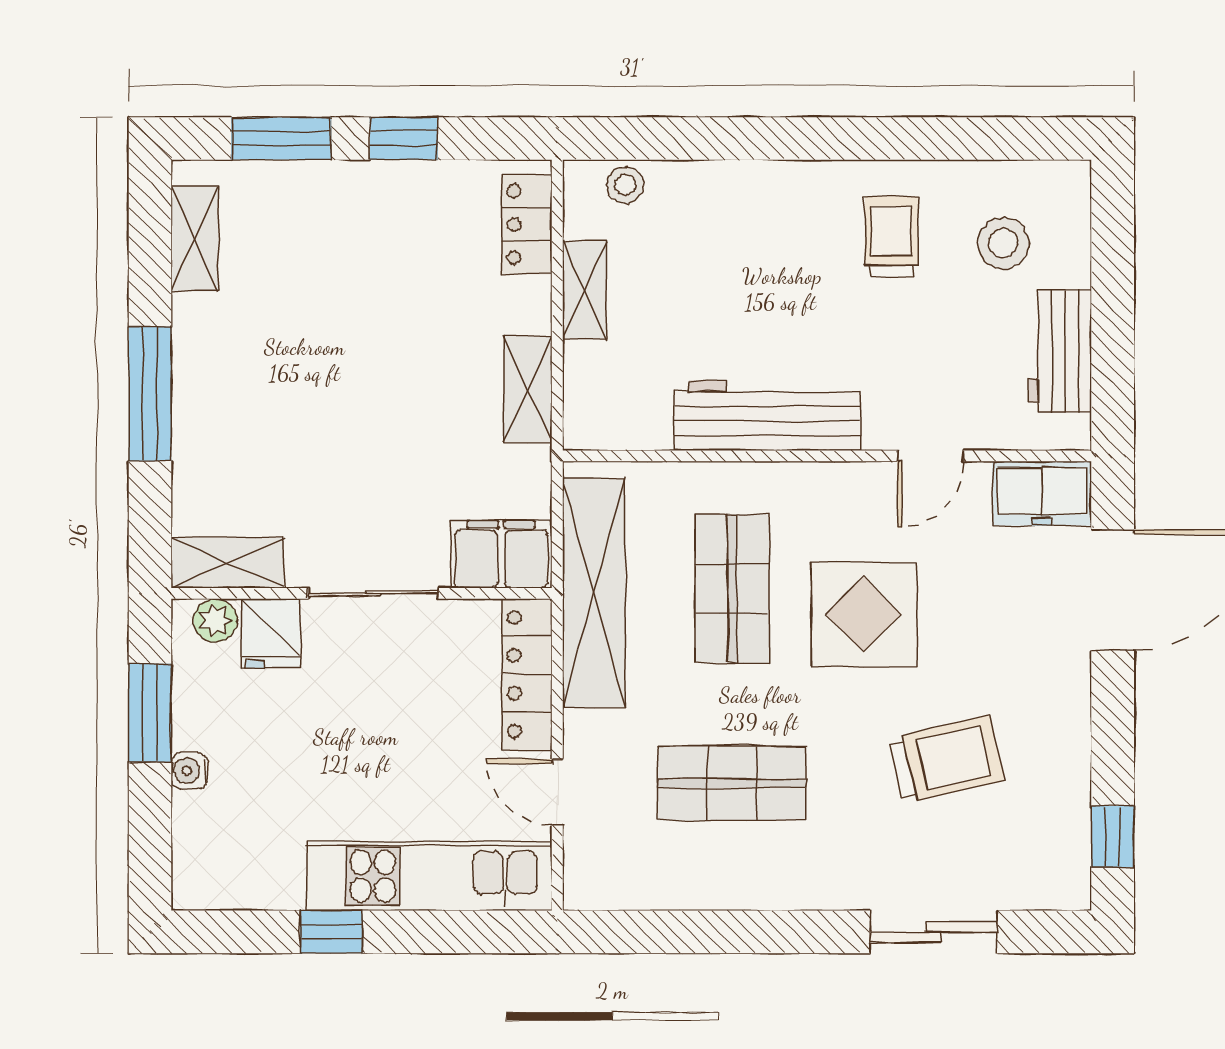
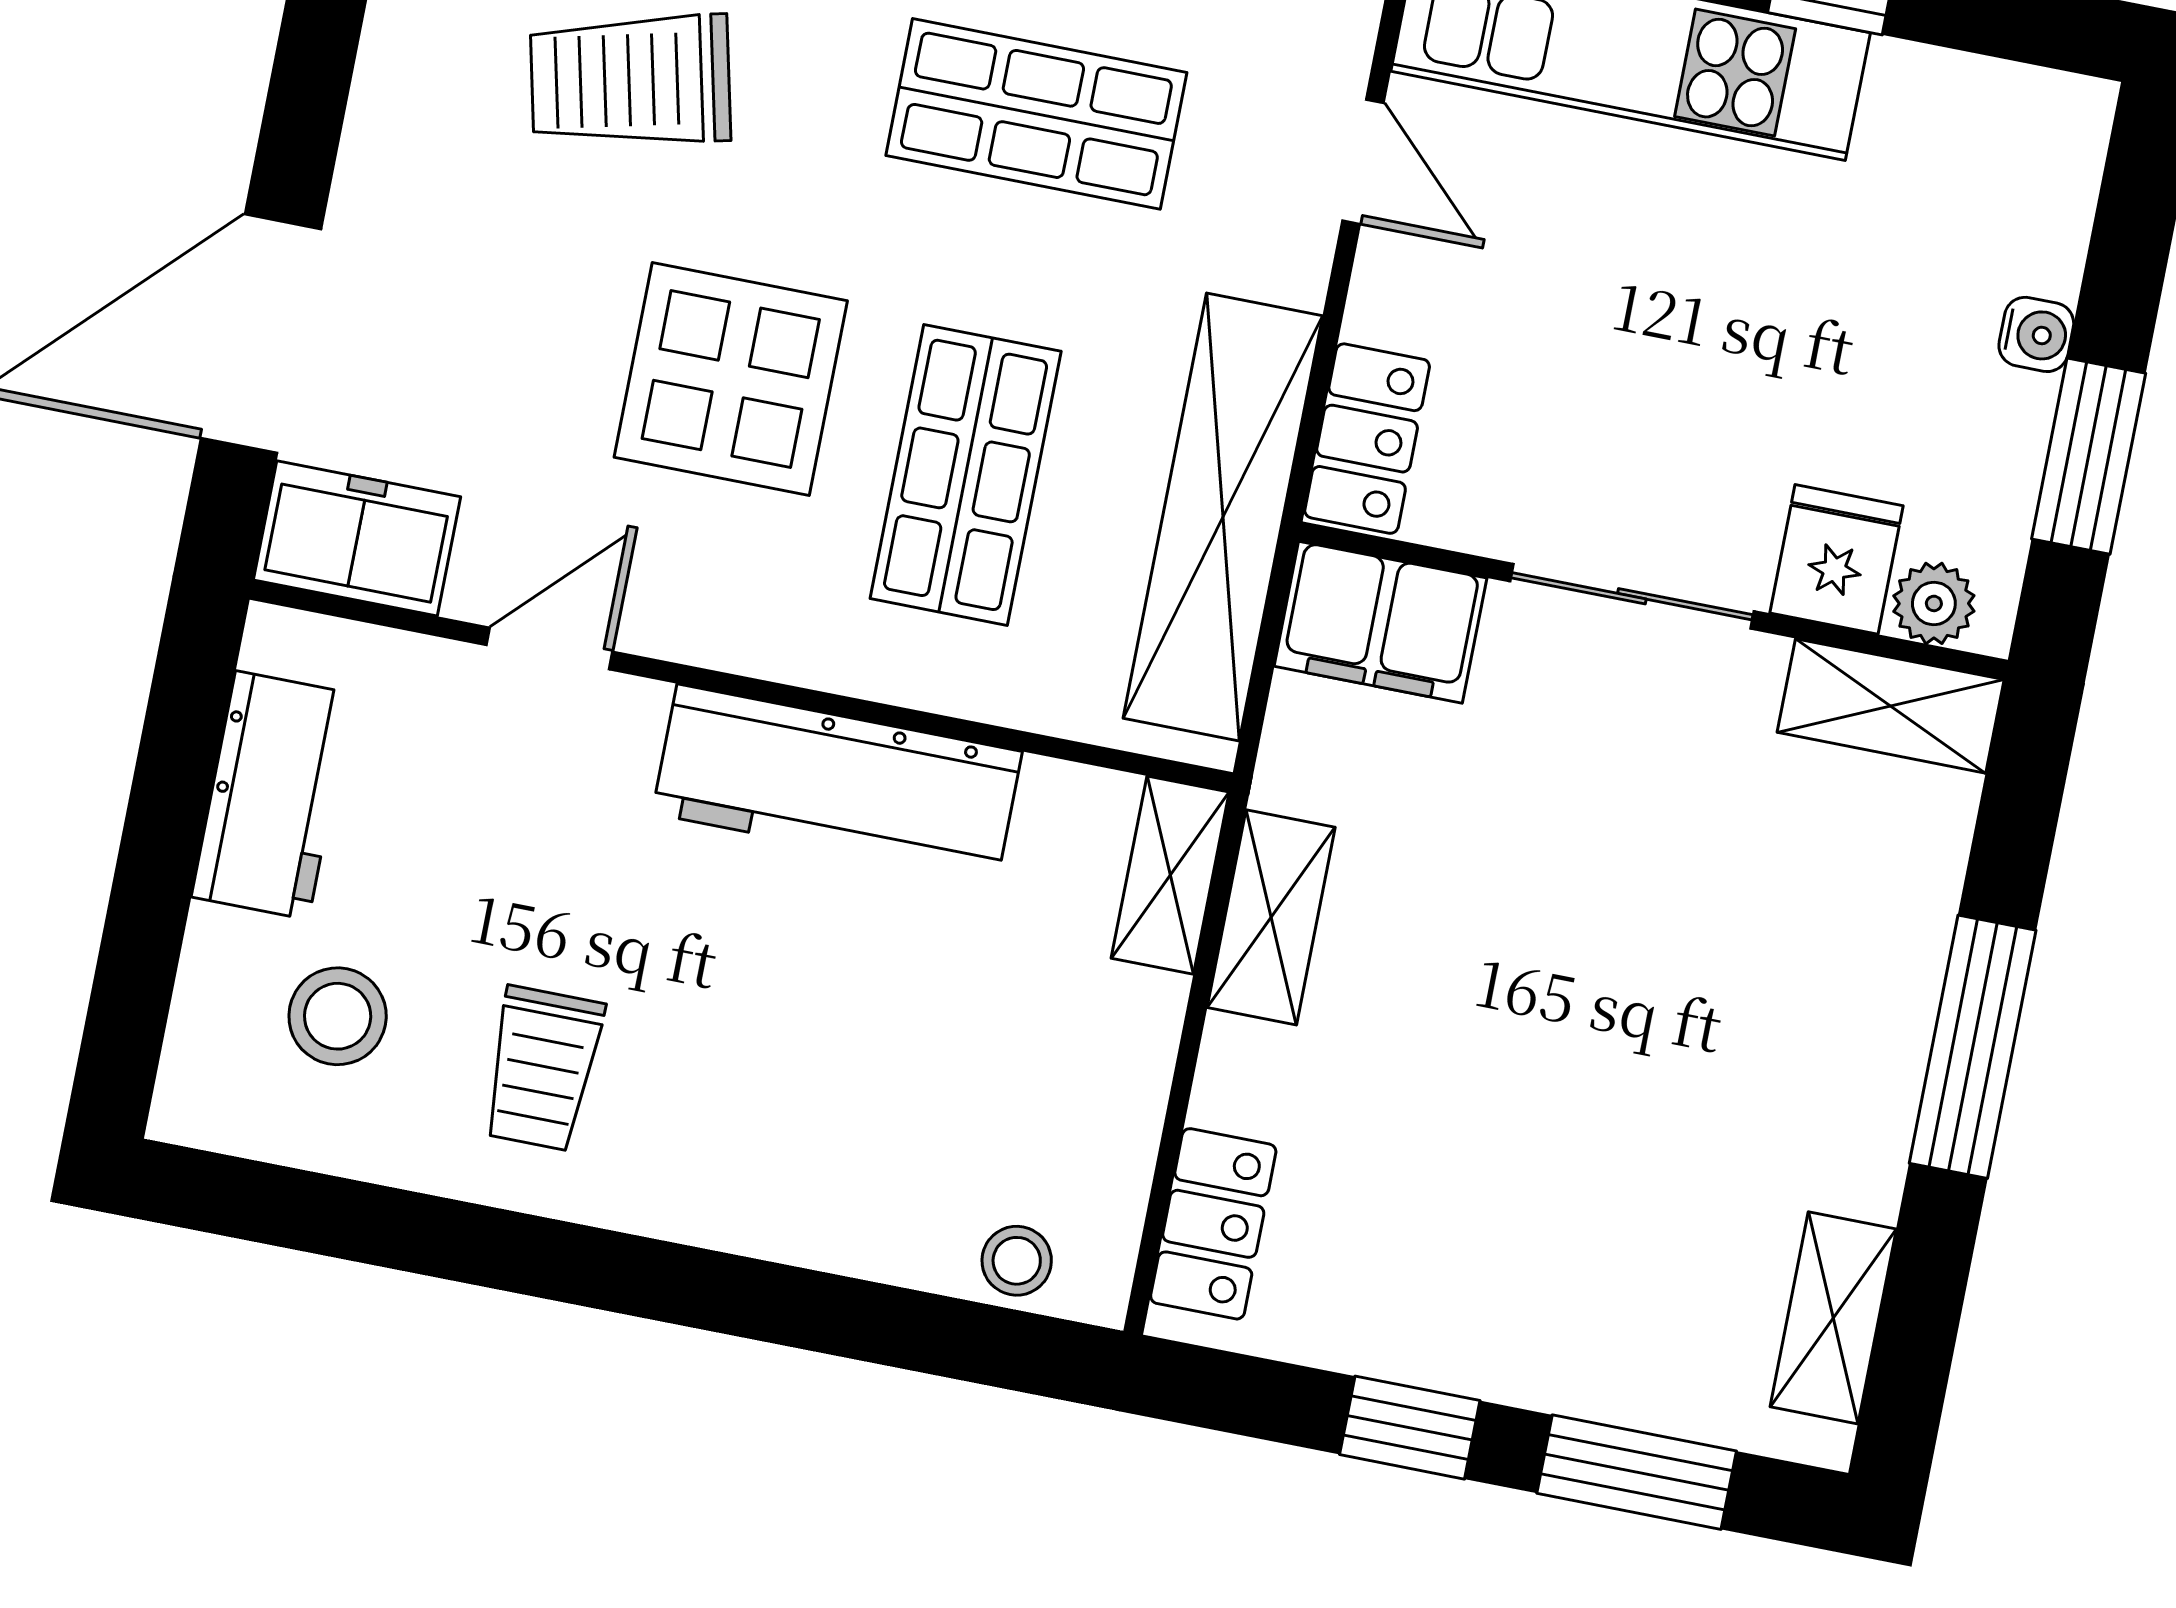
shelving: (585, 290) -> (1170, 875), moved
locker: (527, 674) -> (1367, 439), width x0.66

